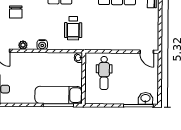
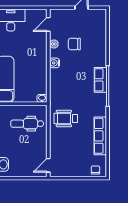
chair: (16, 12) -> (74, 44), moved
wheelchair: (73, 28) -> (66, 119), moved

